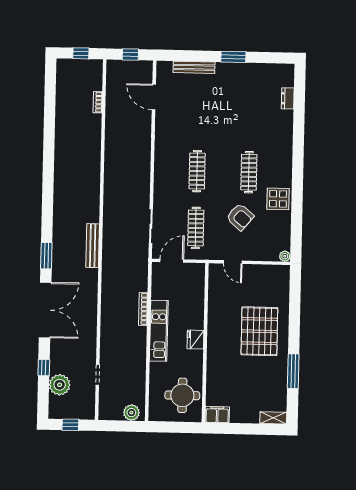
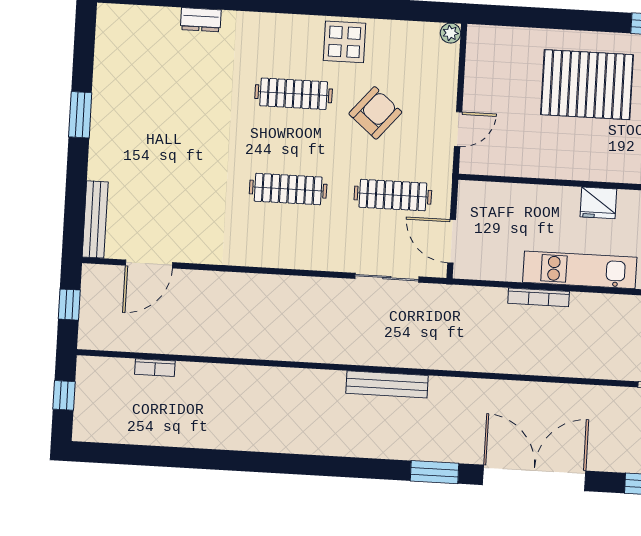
bench: (194, 67) -> (95, 219), moved
dresser: (288, 98) -> (201, 20), moved
bench: (93, 246) -> (387, 384), moved

